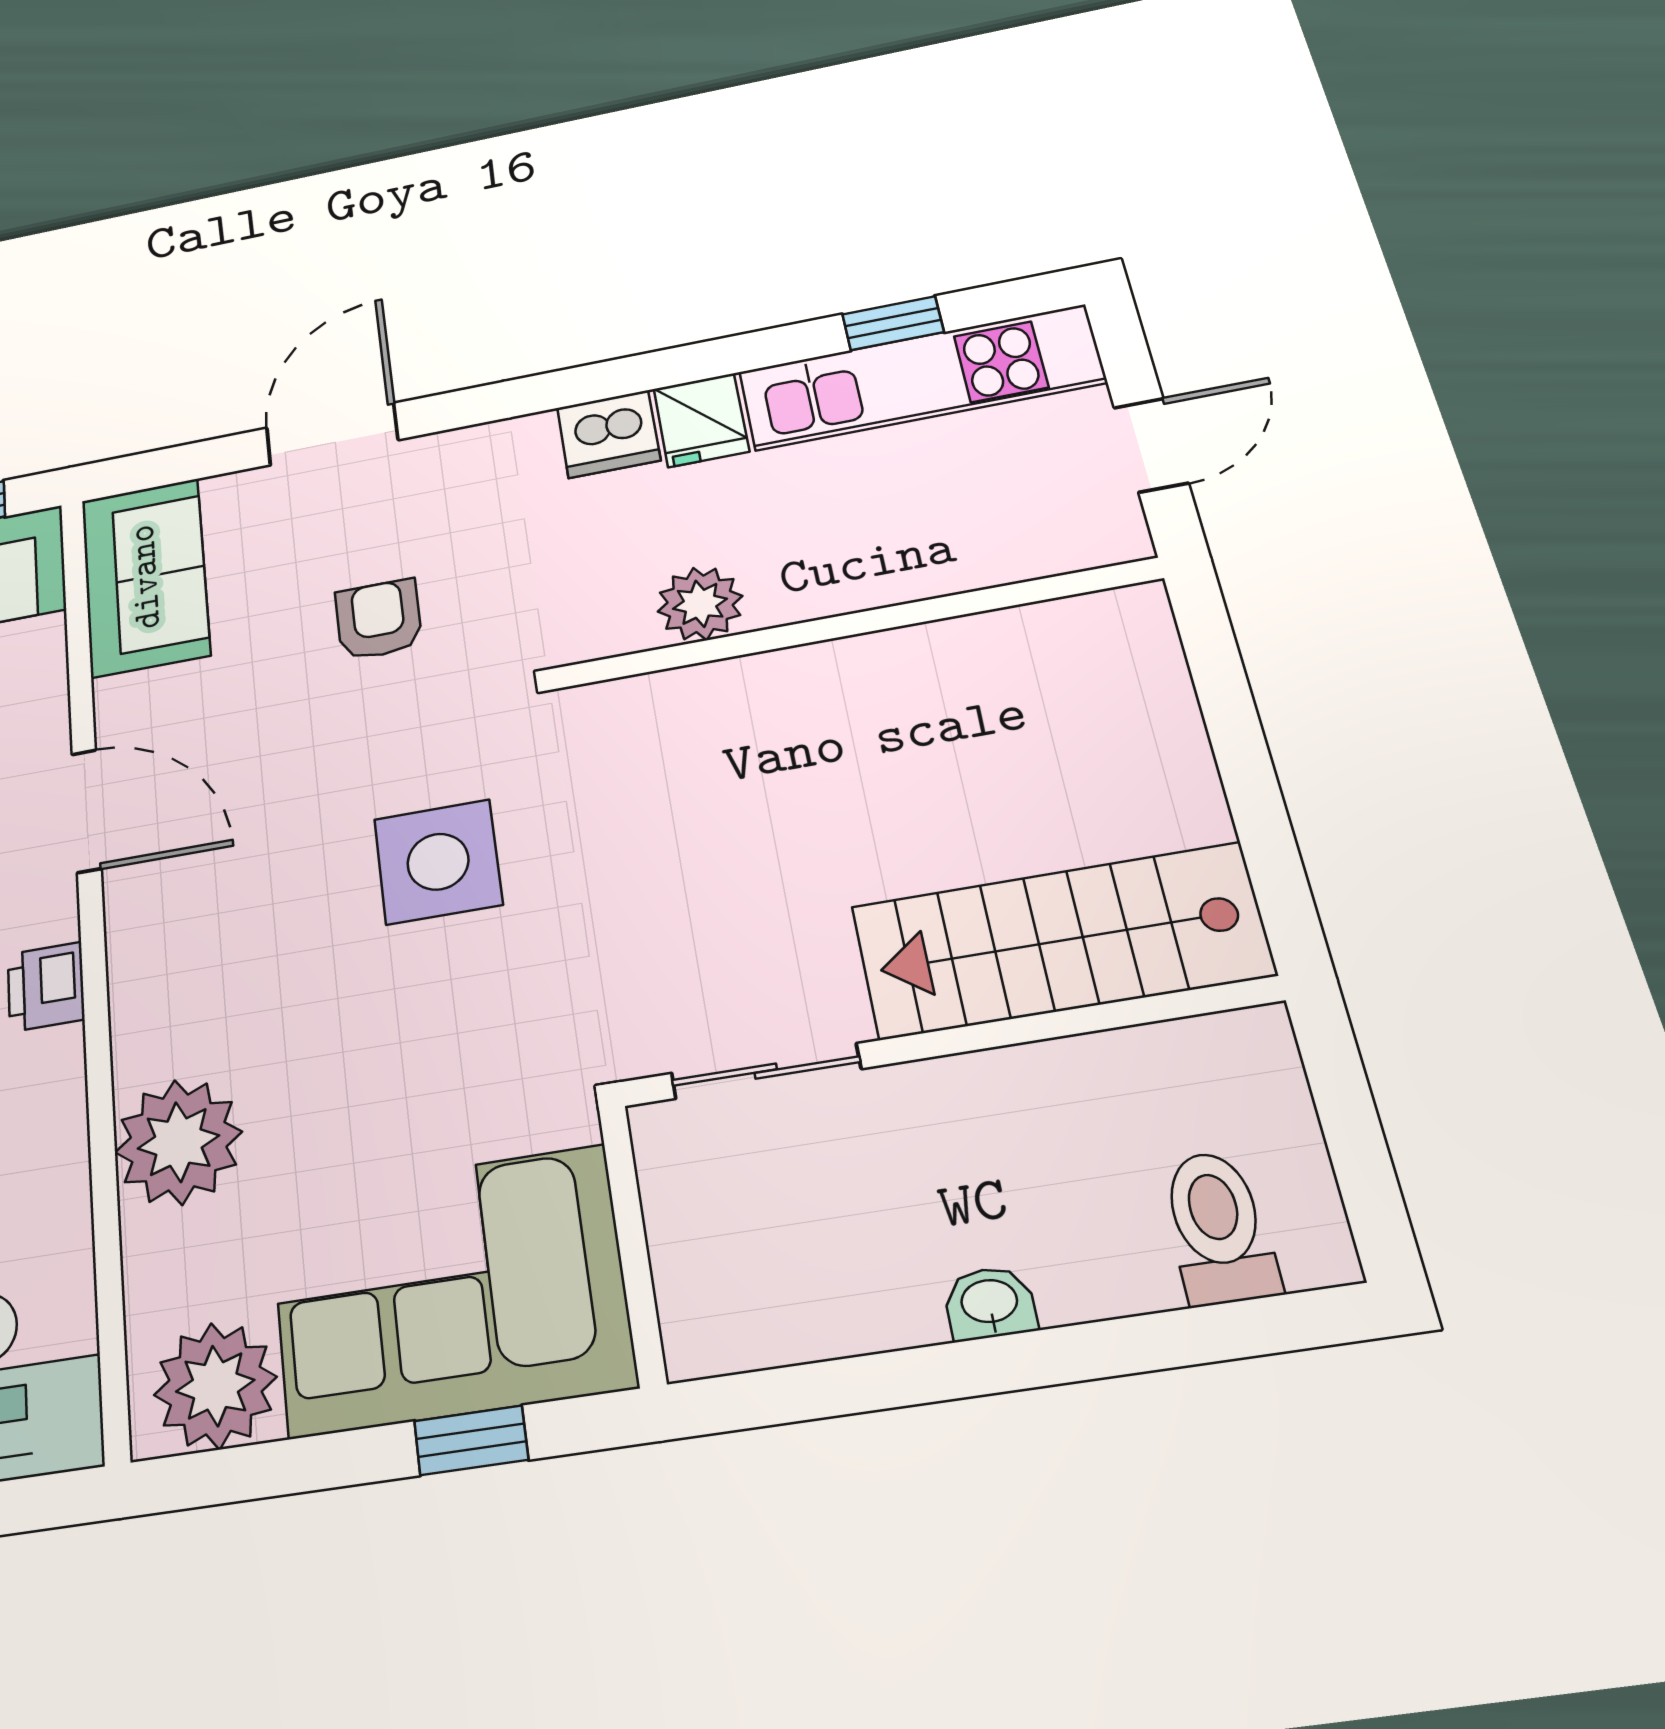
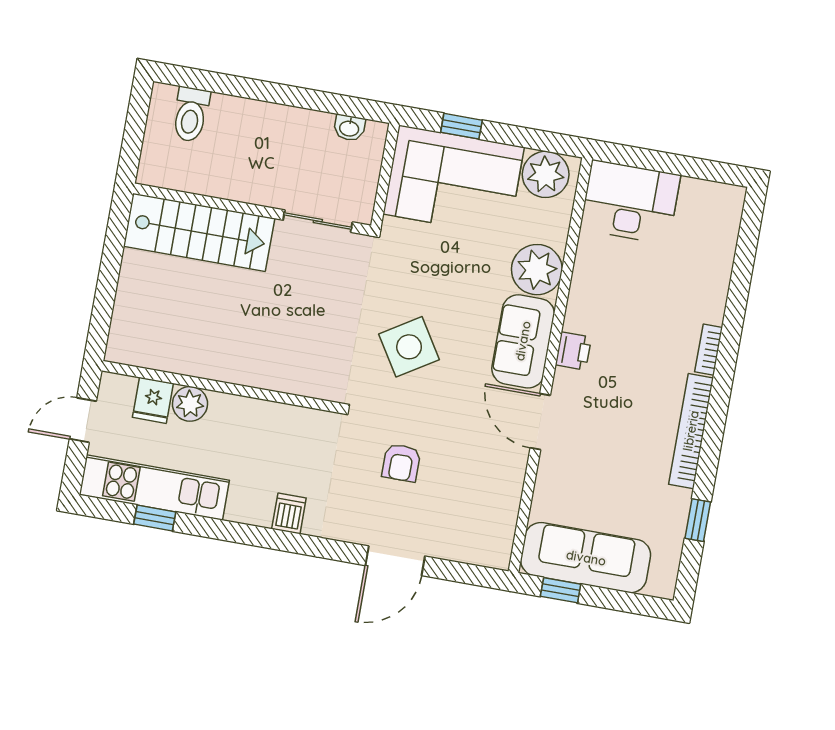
fridge: (701, 420) -> (153, 400), moved, turned 180
dishwasher: (609, 434) -> (289, 514), width x0.73
sofa: (145, 577) -> (523, 341), moved
plant: (700, 604) -> (190, 404), moved
side table: (438, 862) -> (409, 347), turned -32
washbasin: (990, 1303) -> (349, 128), moved

